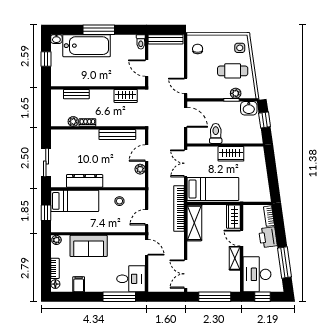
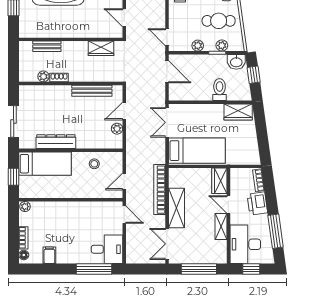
plant: (214, 93) -> (198, 46), added
toilet: (216, 133) -> (220, 90), moved
wardrobe: (231, 154) -> (238, 112), moved
bookcase: (179, 208) -> (160, 190), moved
shelving: (194, 223) -> (176, 208), moved
sofa: (89, 246) -> (60, 213), removed

